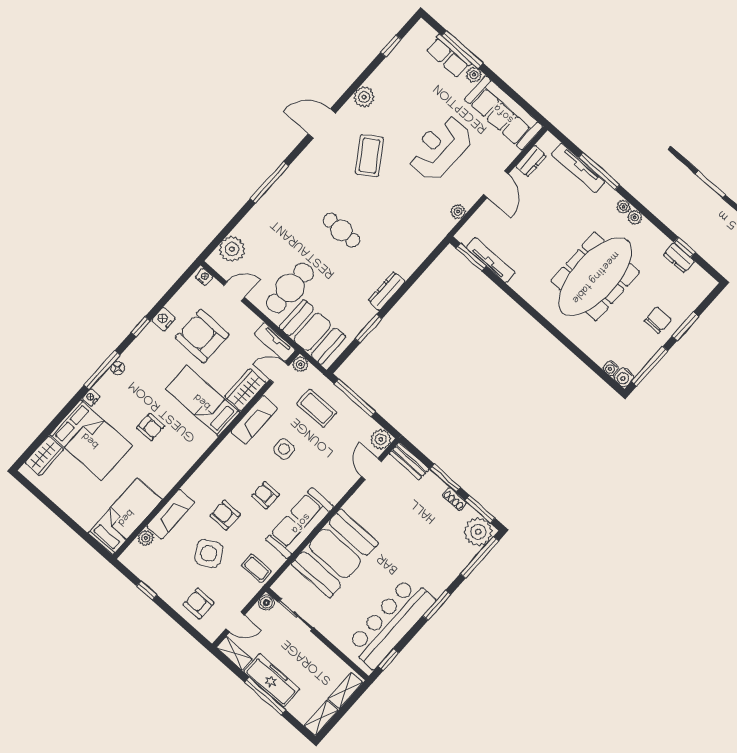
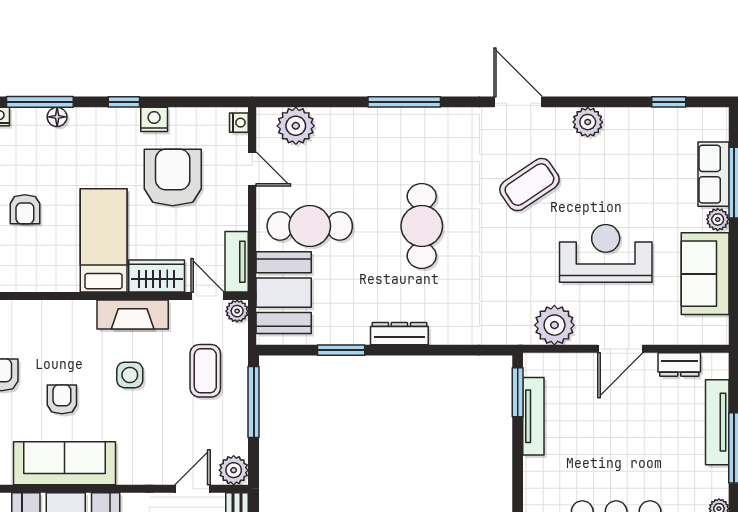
sofa: (504, 113) -> (705, 274), width x0.73
plant: (458, 212) -> (554, 325), width x1.87, depth x1.87
cafe table: (341, 230) -> (422, 226), width x1.37, depth x1.35

